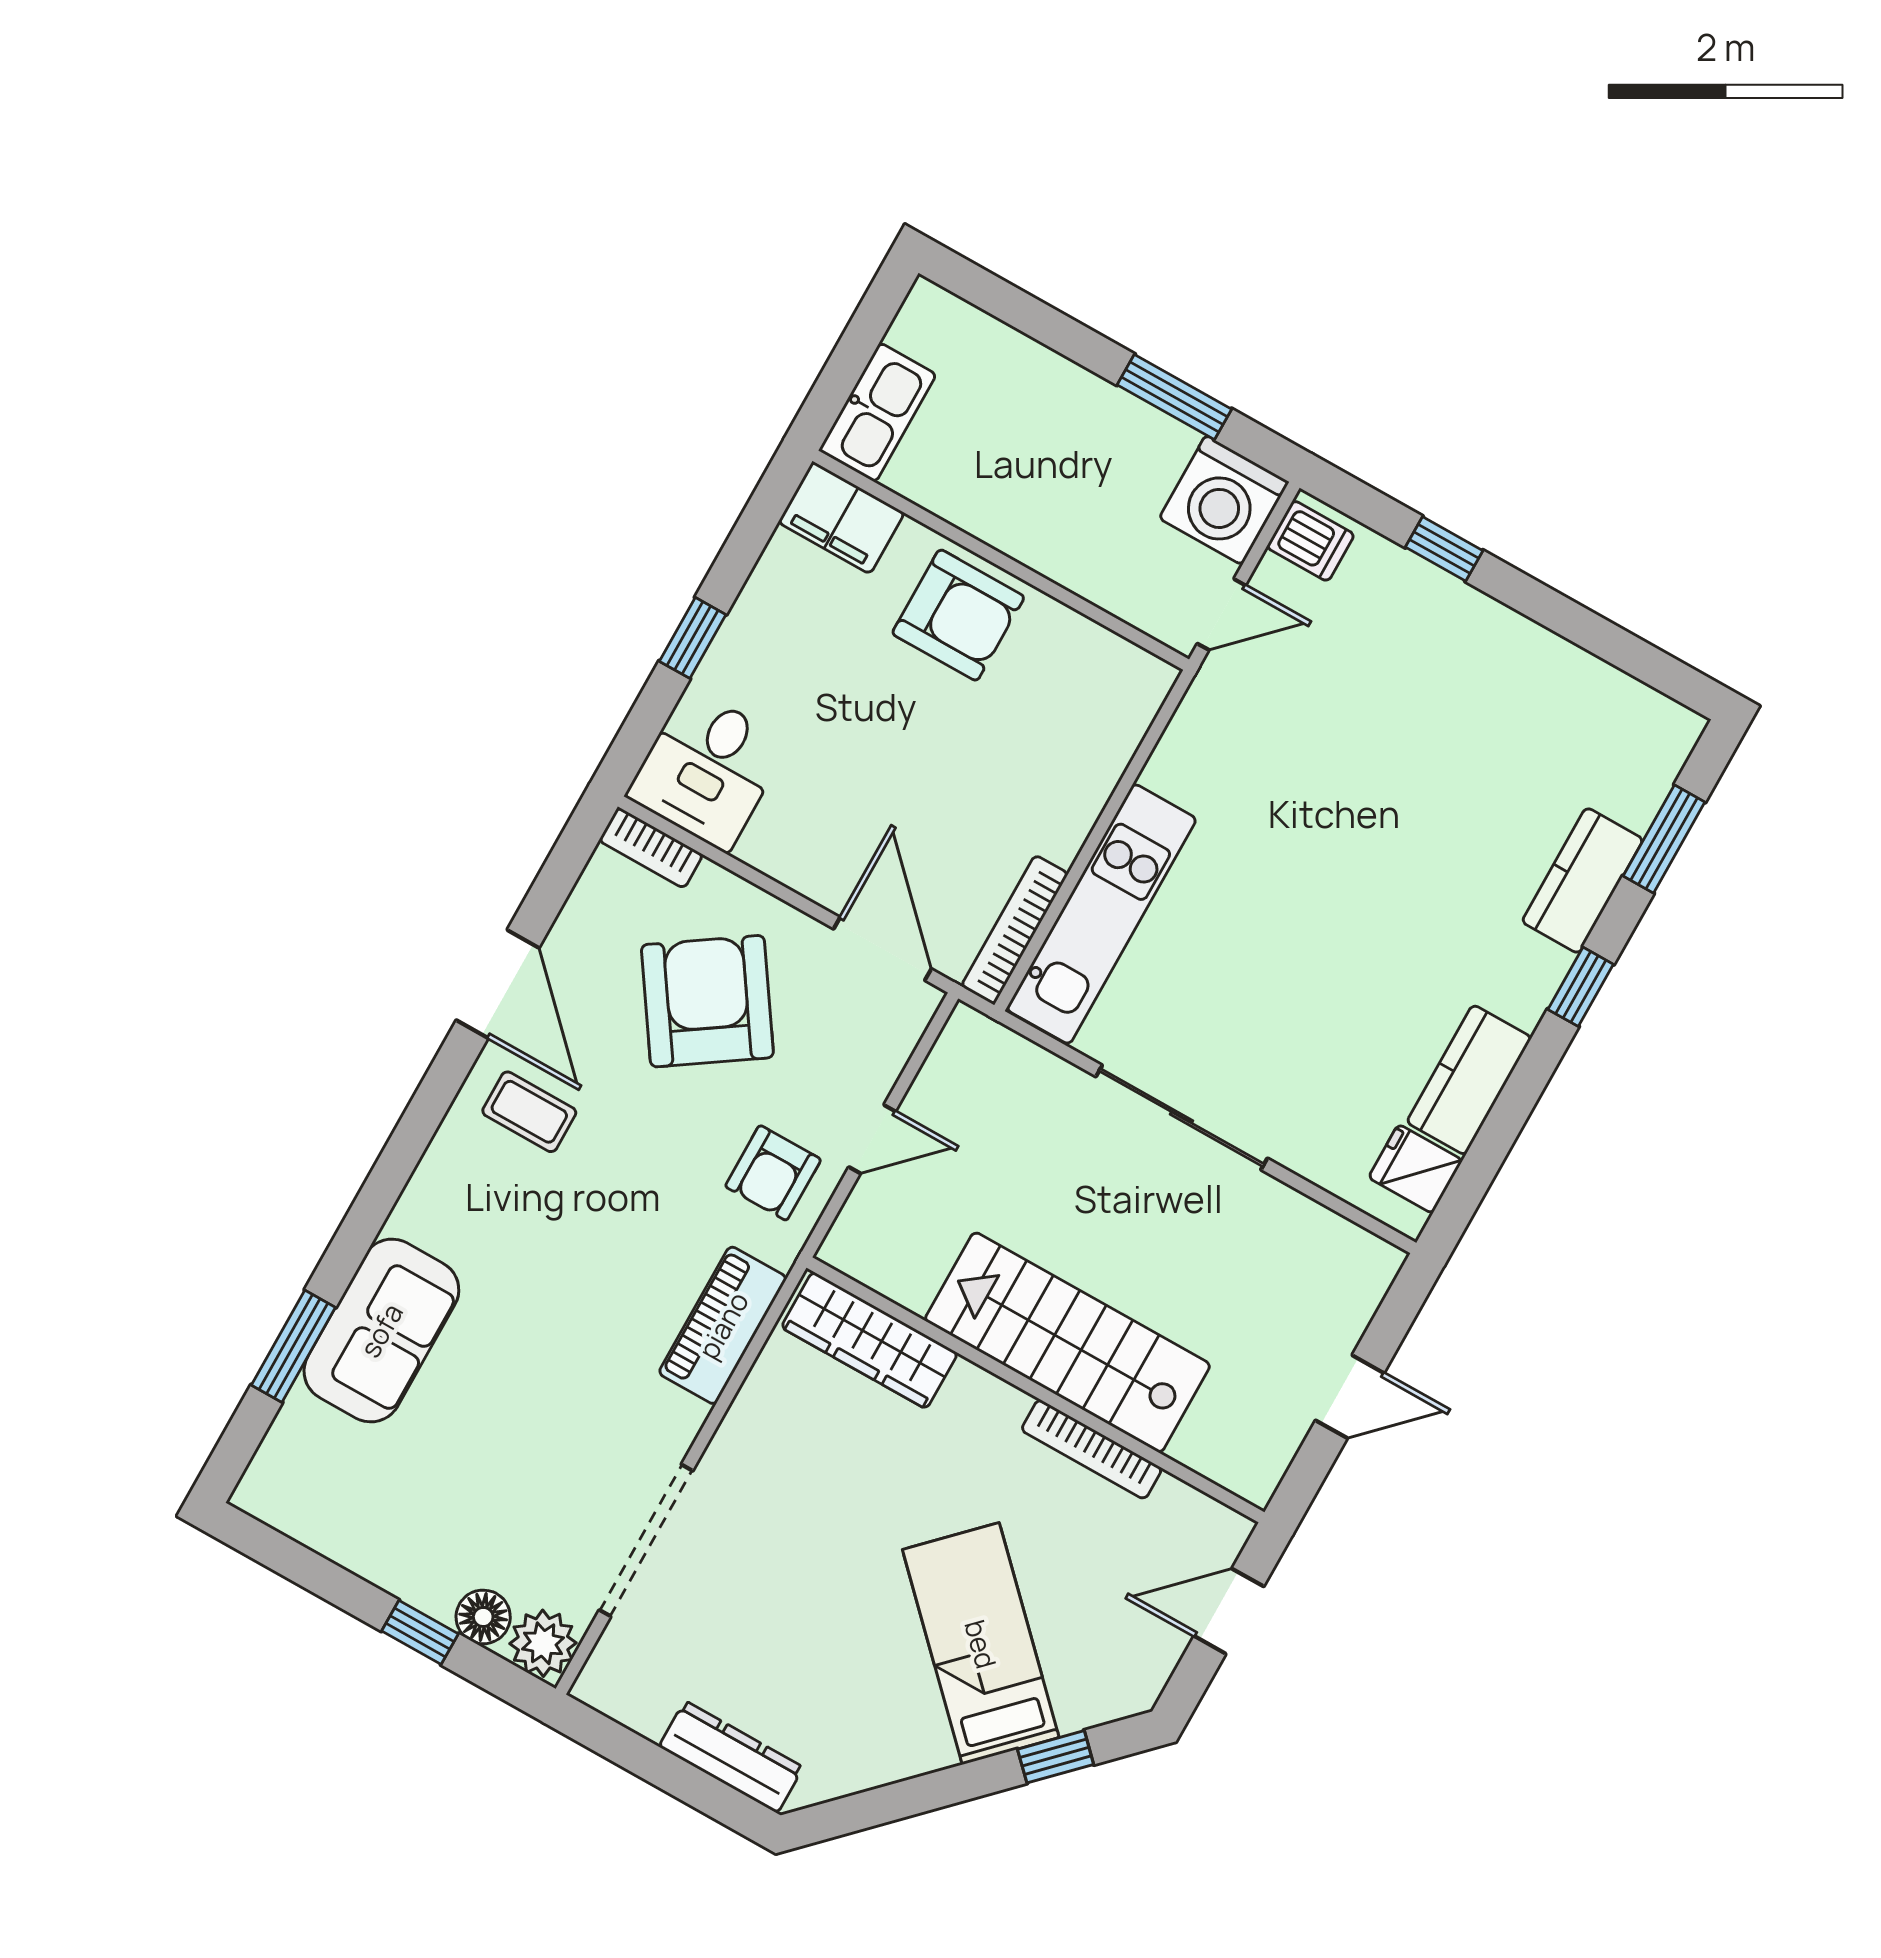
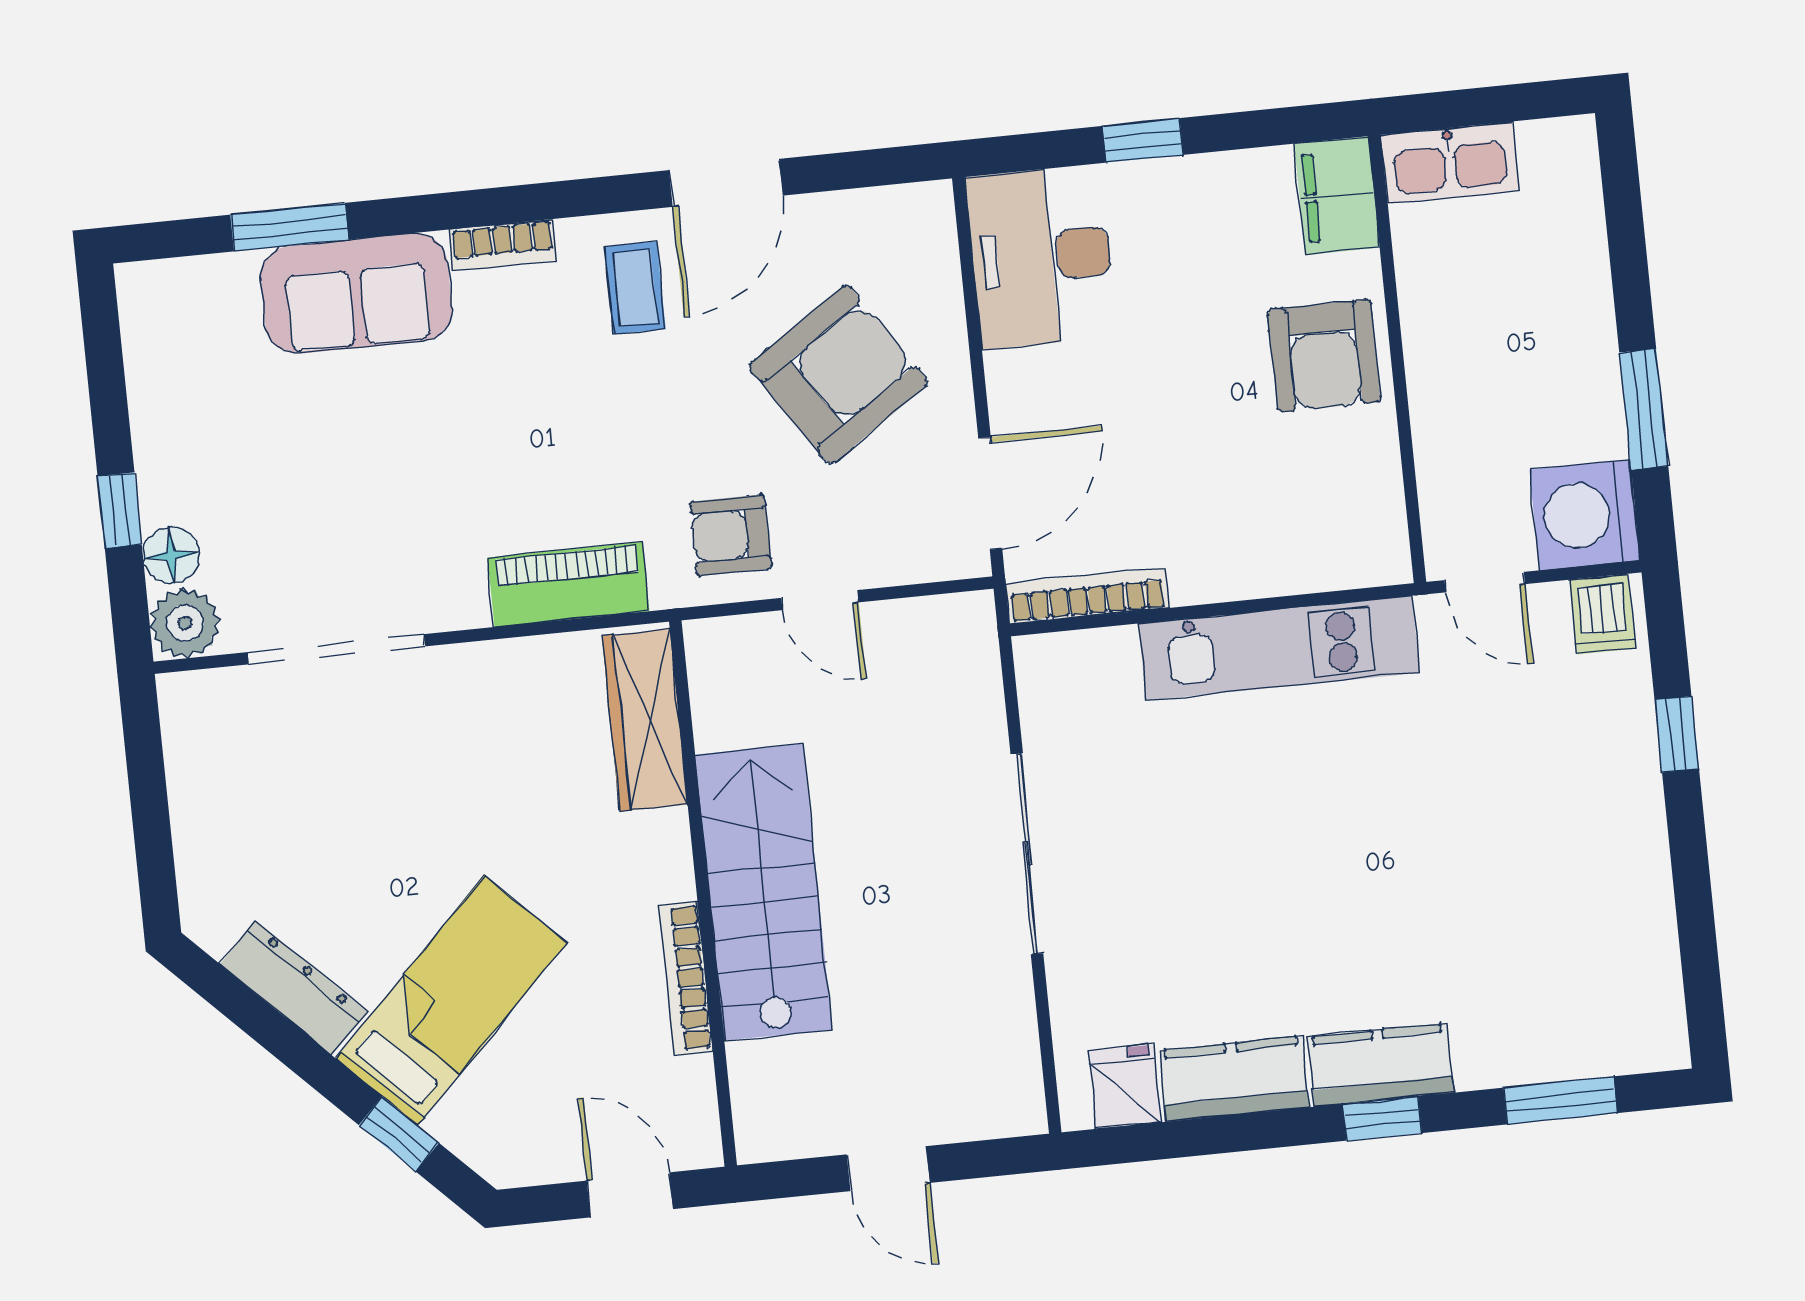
desk: (708, 769) -> (1041, 257), width x1.37
bookcase: (651, 848) -> (503, 245), moved, turned -90
kitchen counter: (1582, 880) -> (1380, 1065), moved
kitchen unit: (1101, 914) -> (1279, 648), moved
dresser: (731, 1757) -> (294, 988), moved, turned -45

